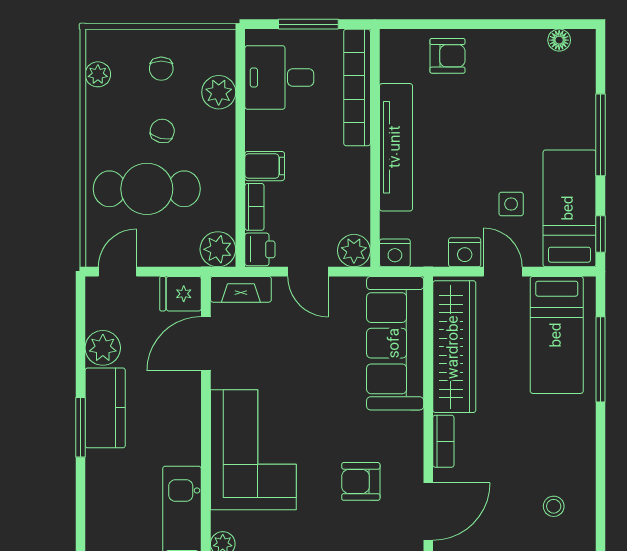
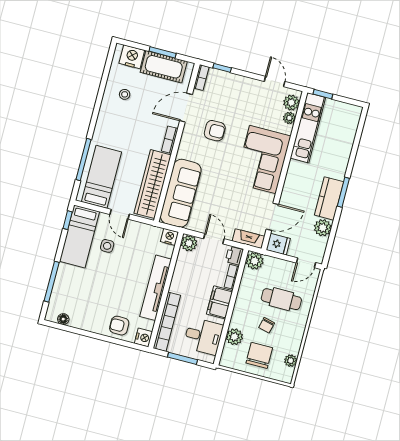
chair: (161, 69) -> (259, 355), width x1.87, depth x1.87
window: (601, 135) -> (52, 282), moved
filing cabinet: (265, 166) -> (220, 302), width x2.00
cafe table: (147, 189) -> (281, 299), width x0.73, depth x0.74
nightstand: (465, 252) -> (144, 338), moved, turned 90

